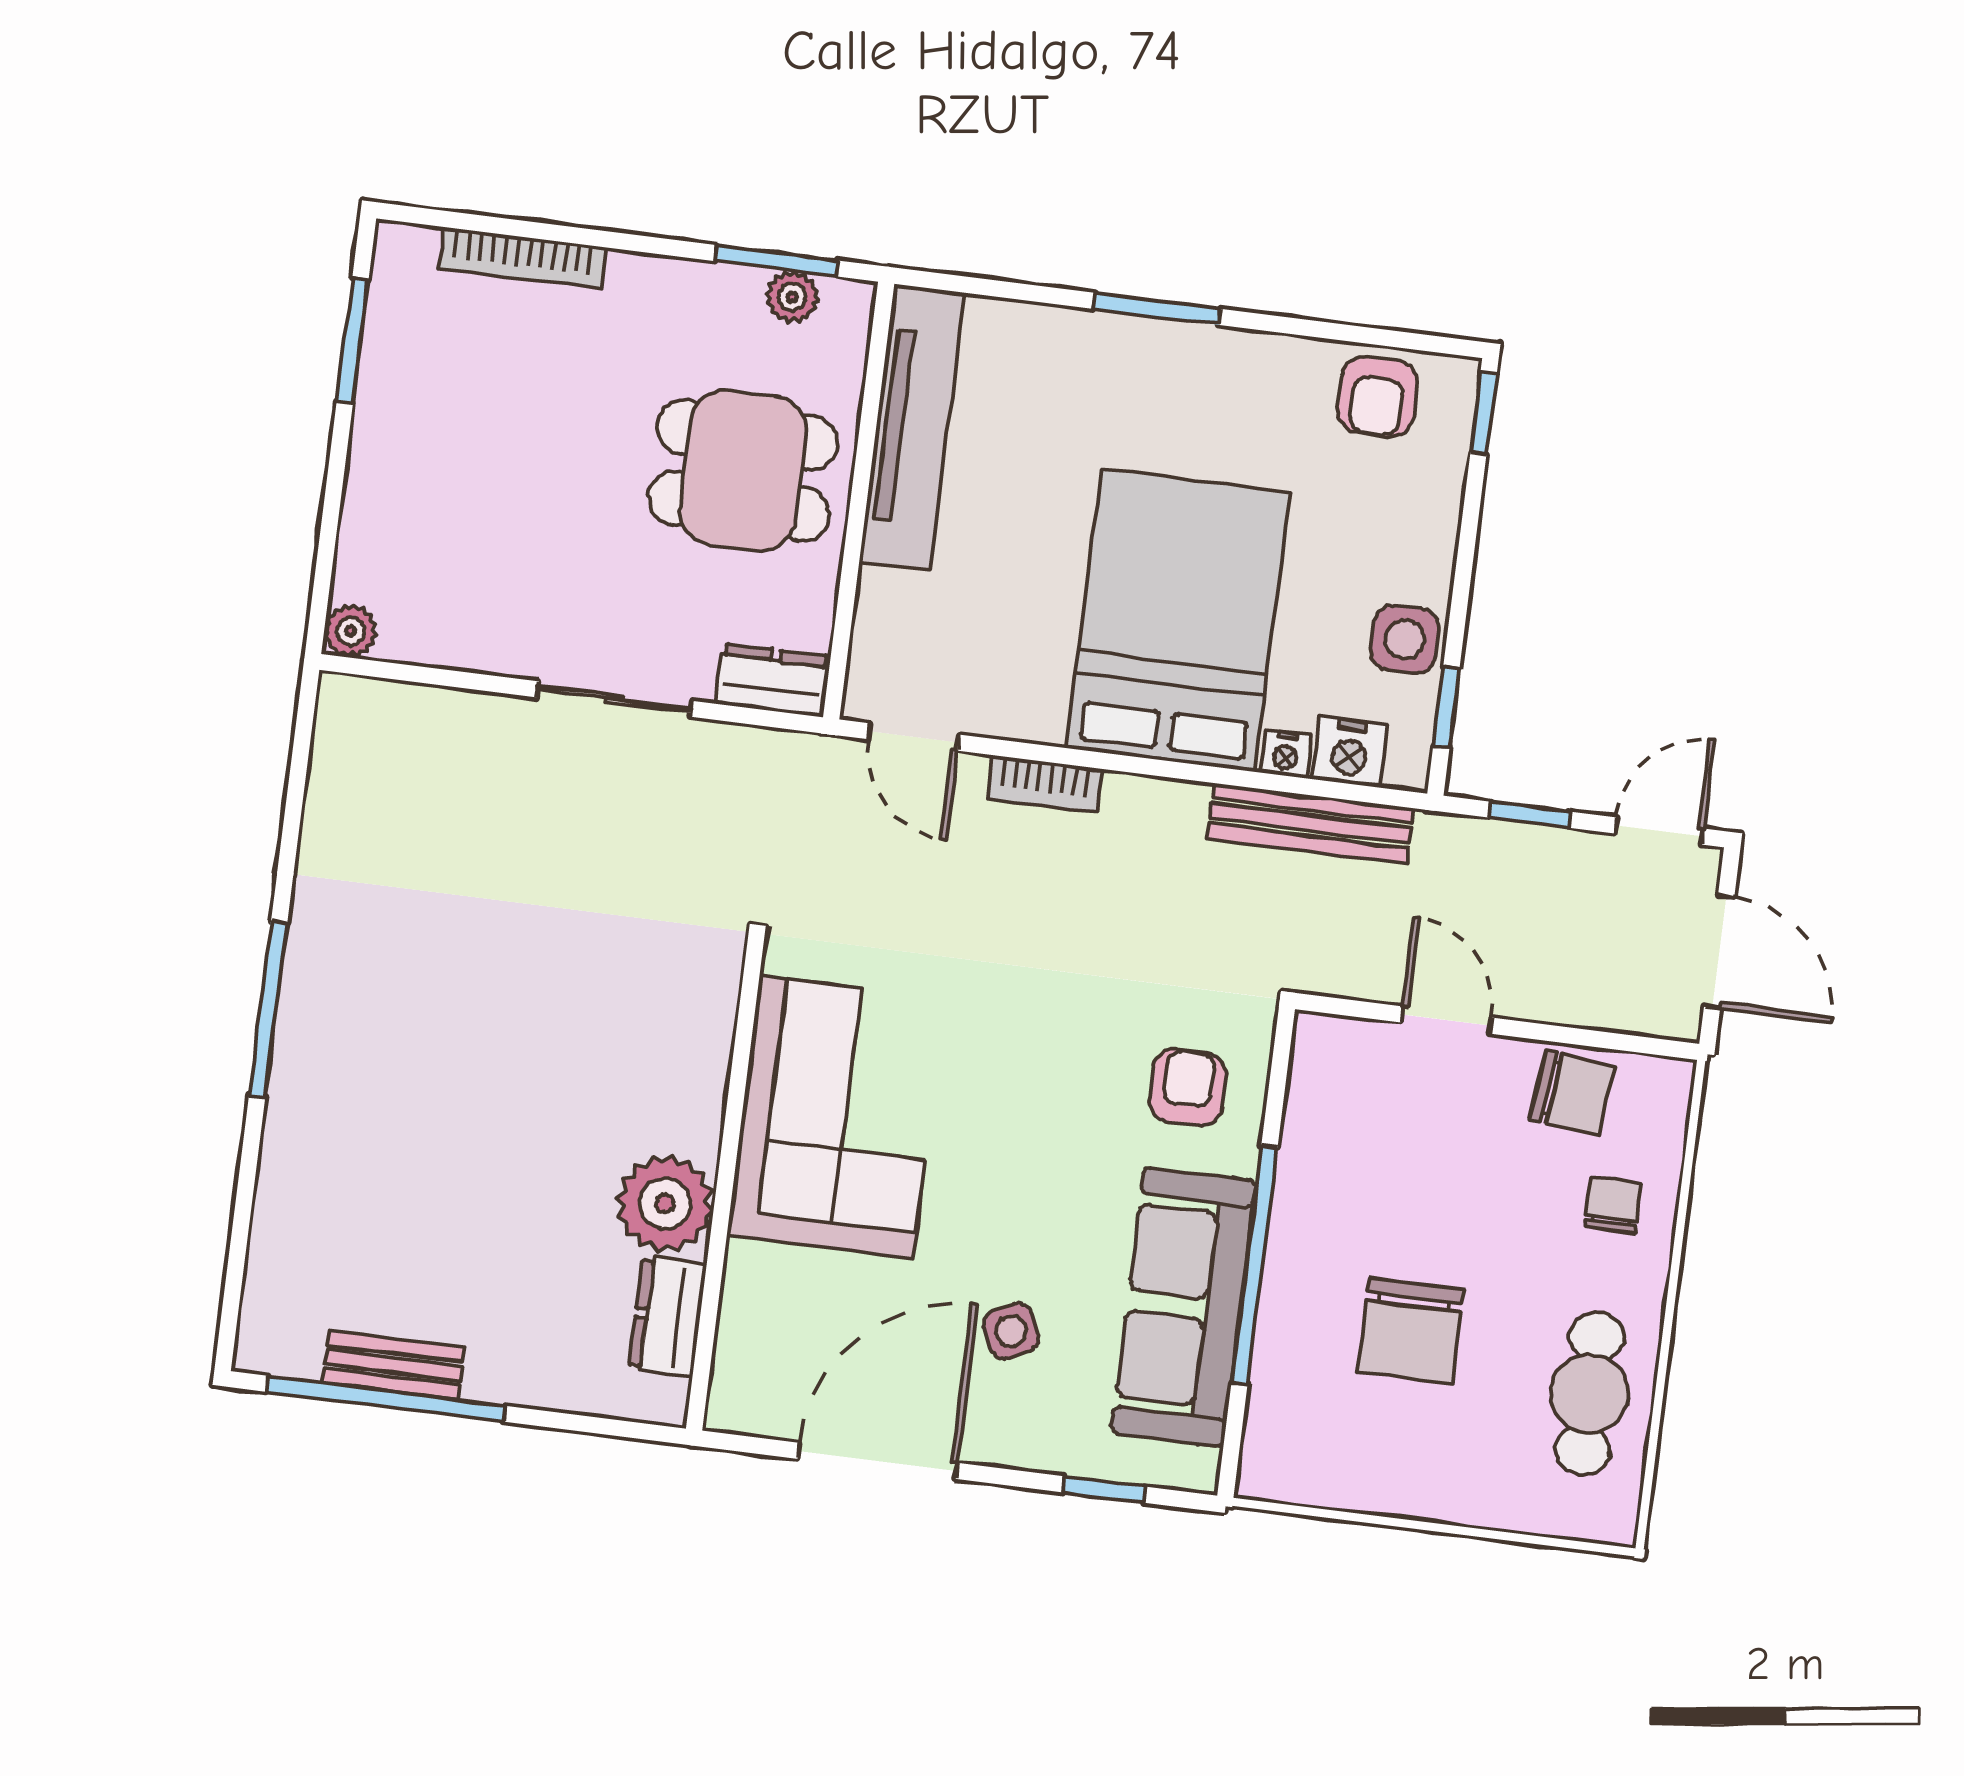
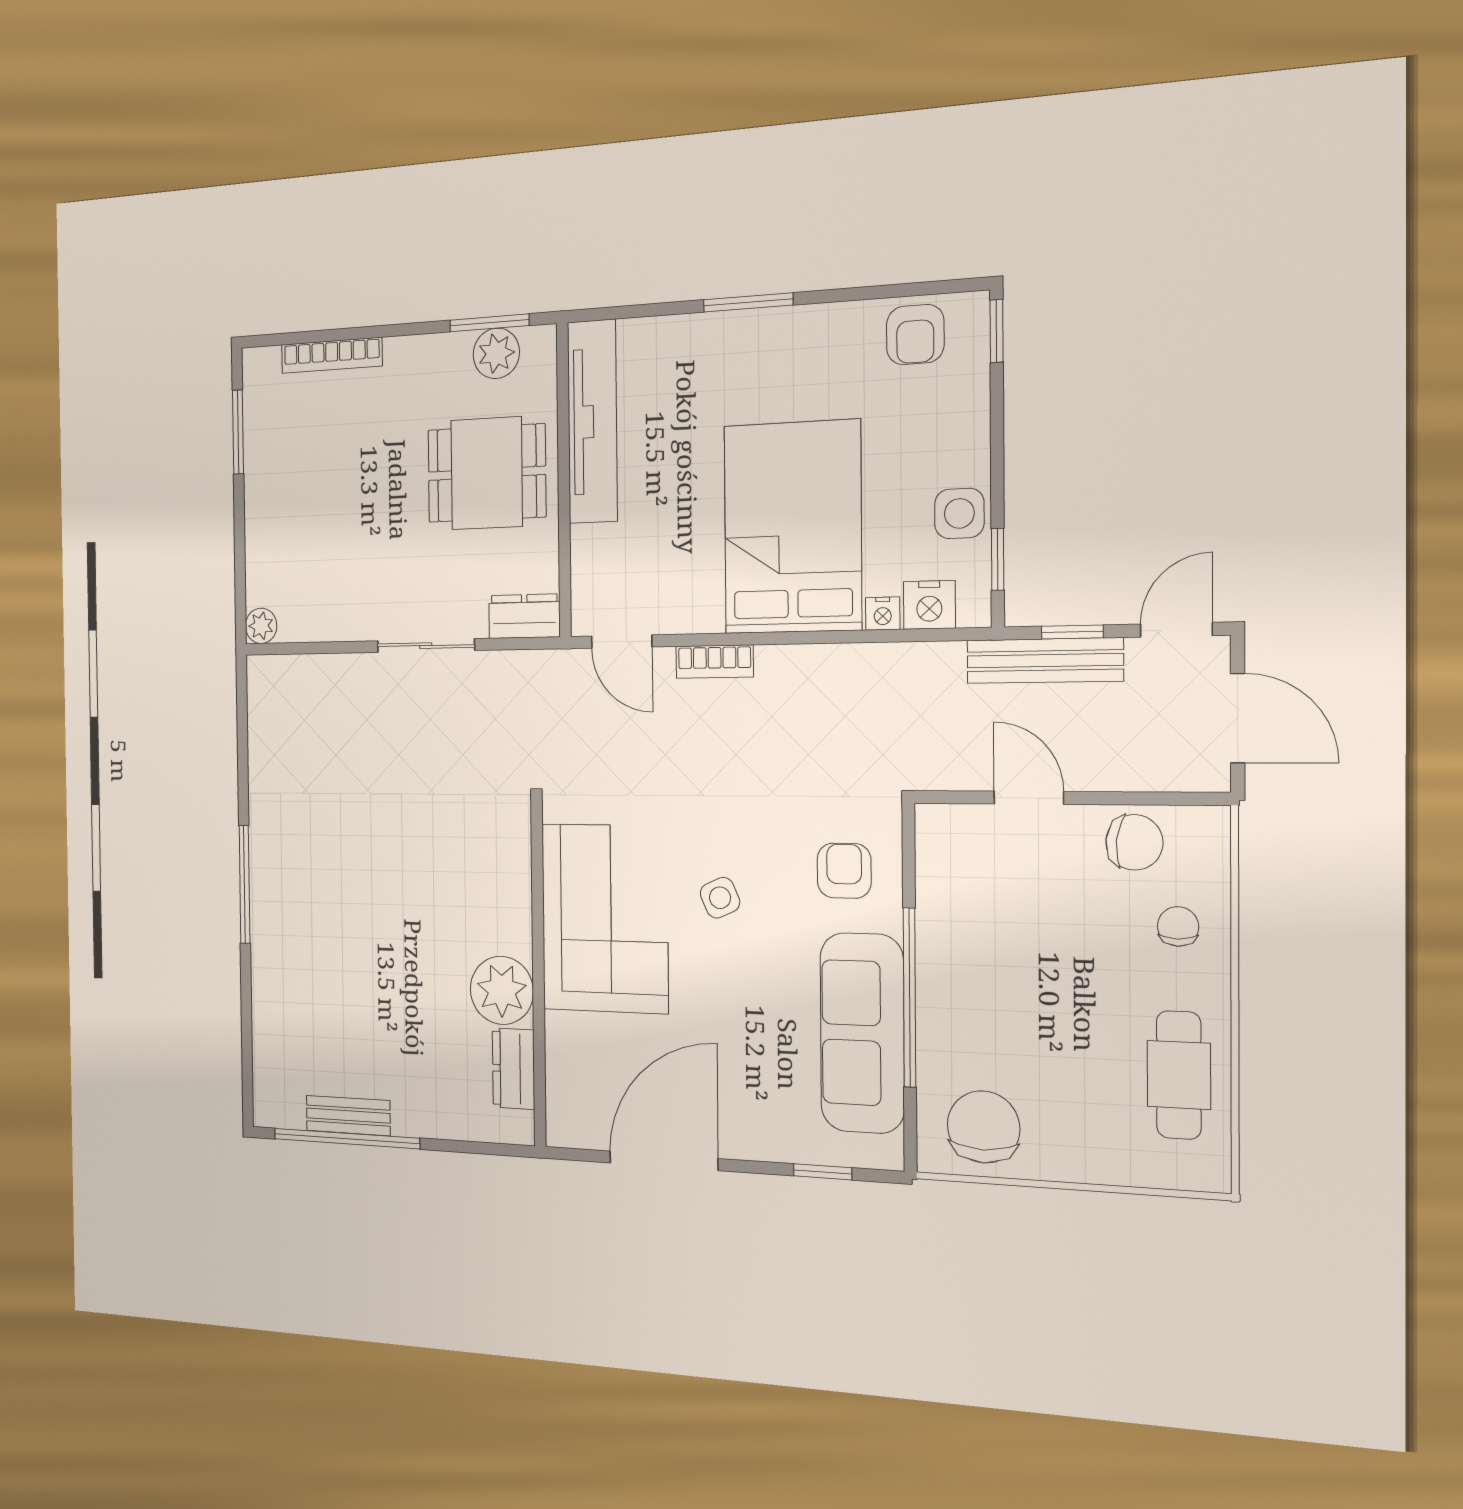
plant: (792, 297) -> (496, 353), width x1.38, depth x1.38
bench: (1311, 823) -> (1045, 661), moved
chair: (1411, 1330) -> (983, 1127), moved, turned 180
side table: (1011, 1331) -> (720, 898), moved

